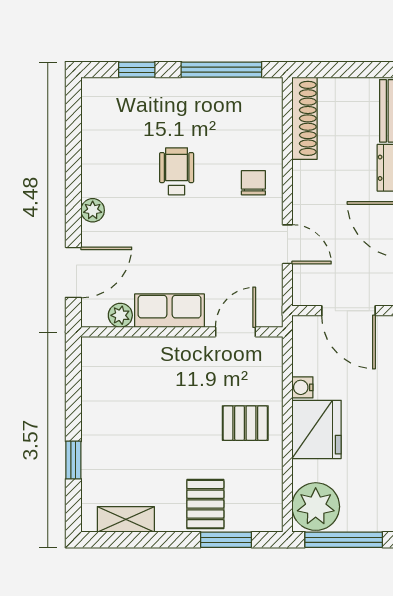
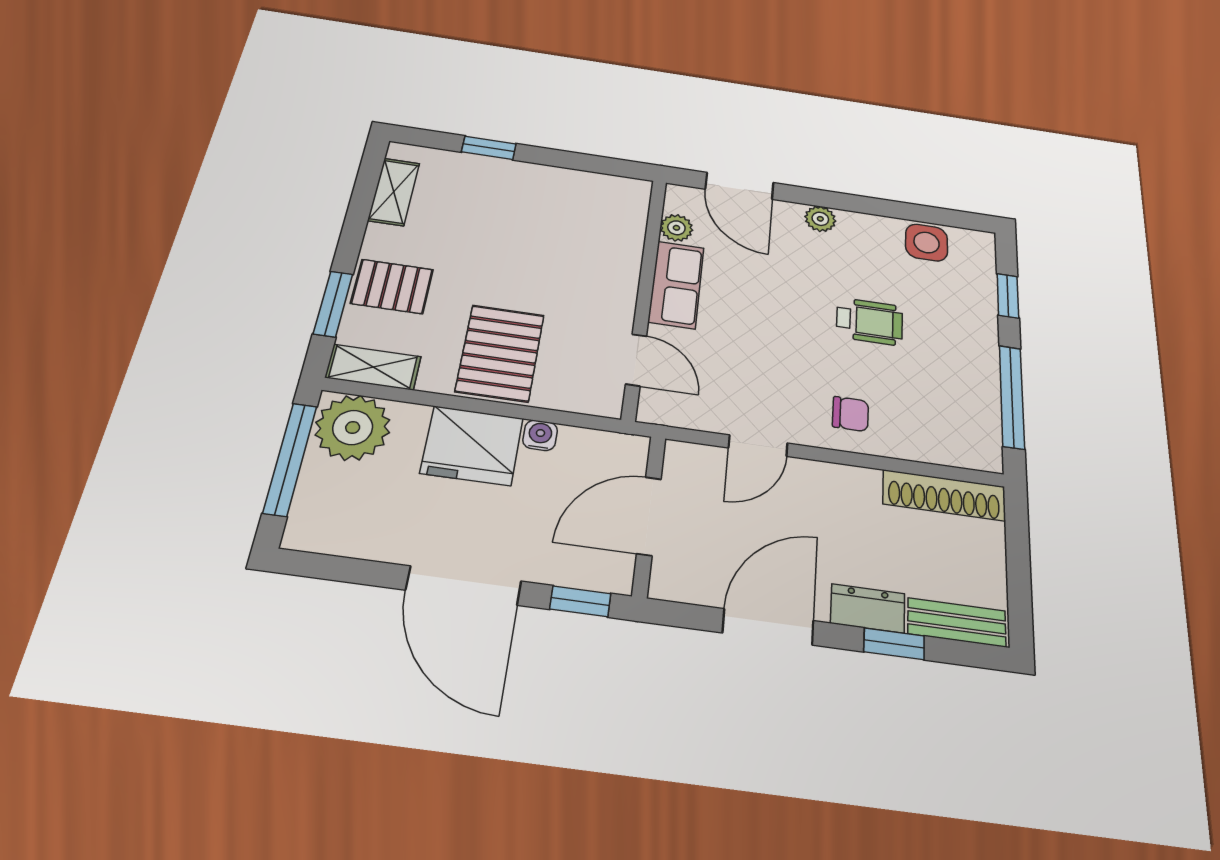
side table: (100, 130) -> (927, 243), added
pallet: (245, 423) -> (500, 353), width x1.50, depth x1.42
shelving: (270, 503) -> (373, 367), added

